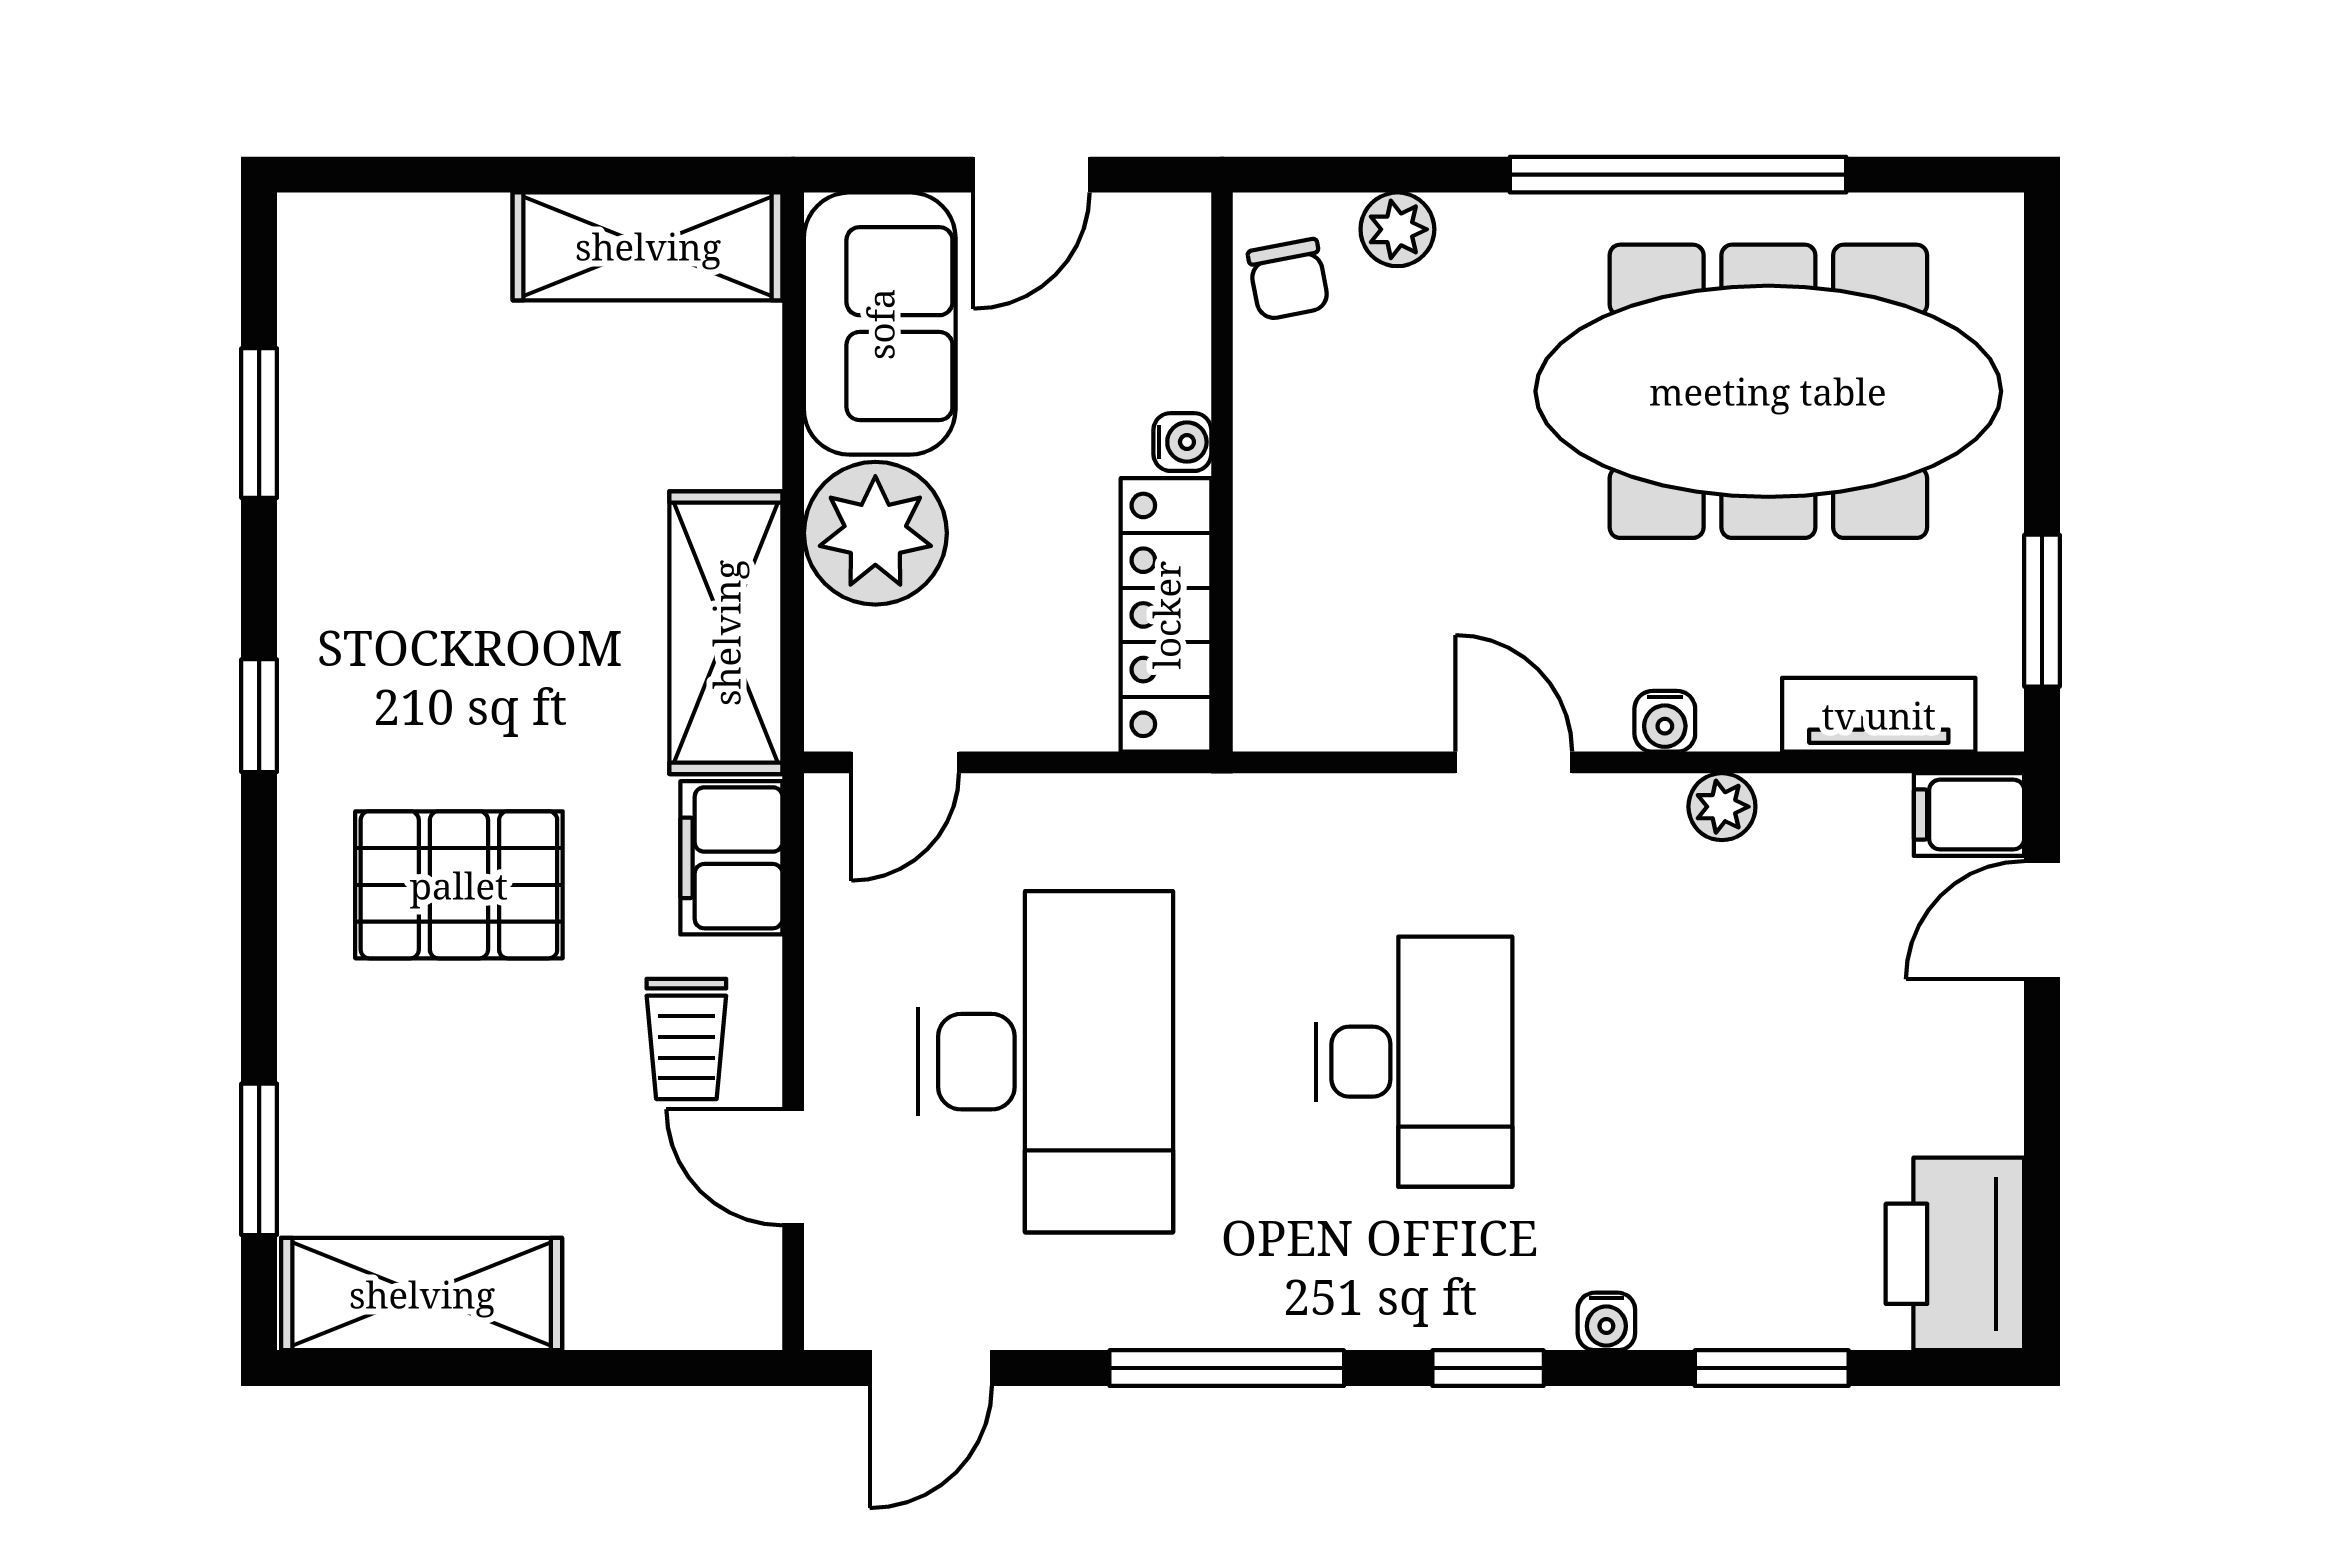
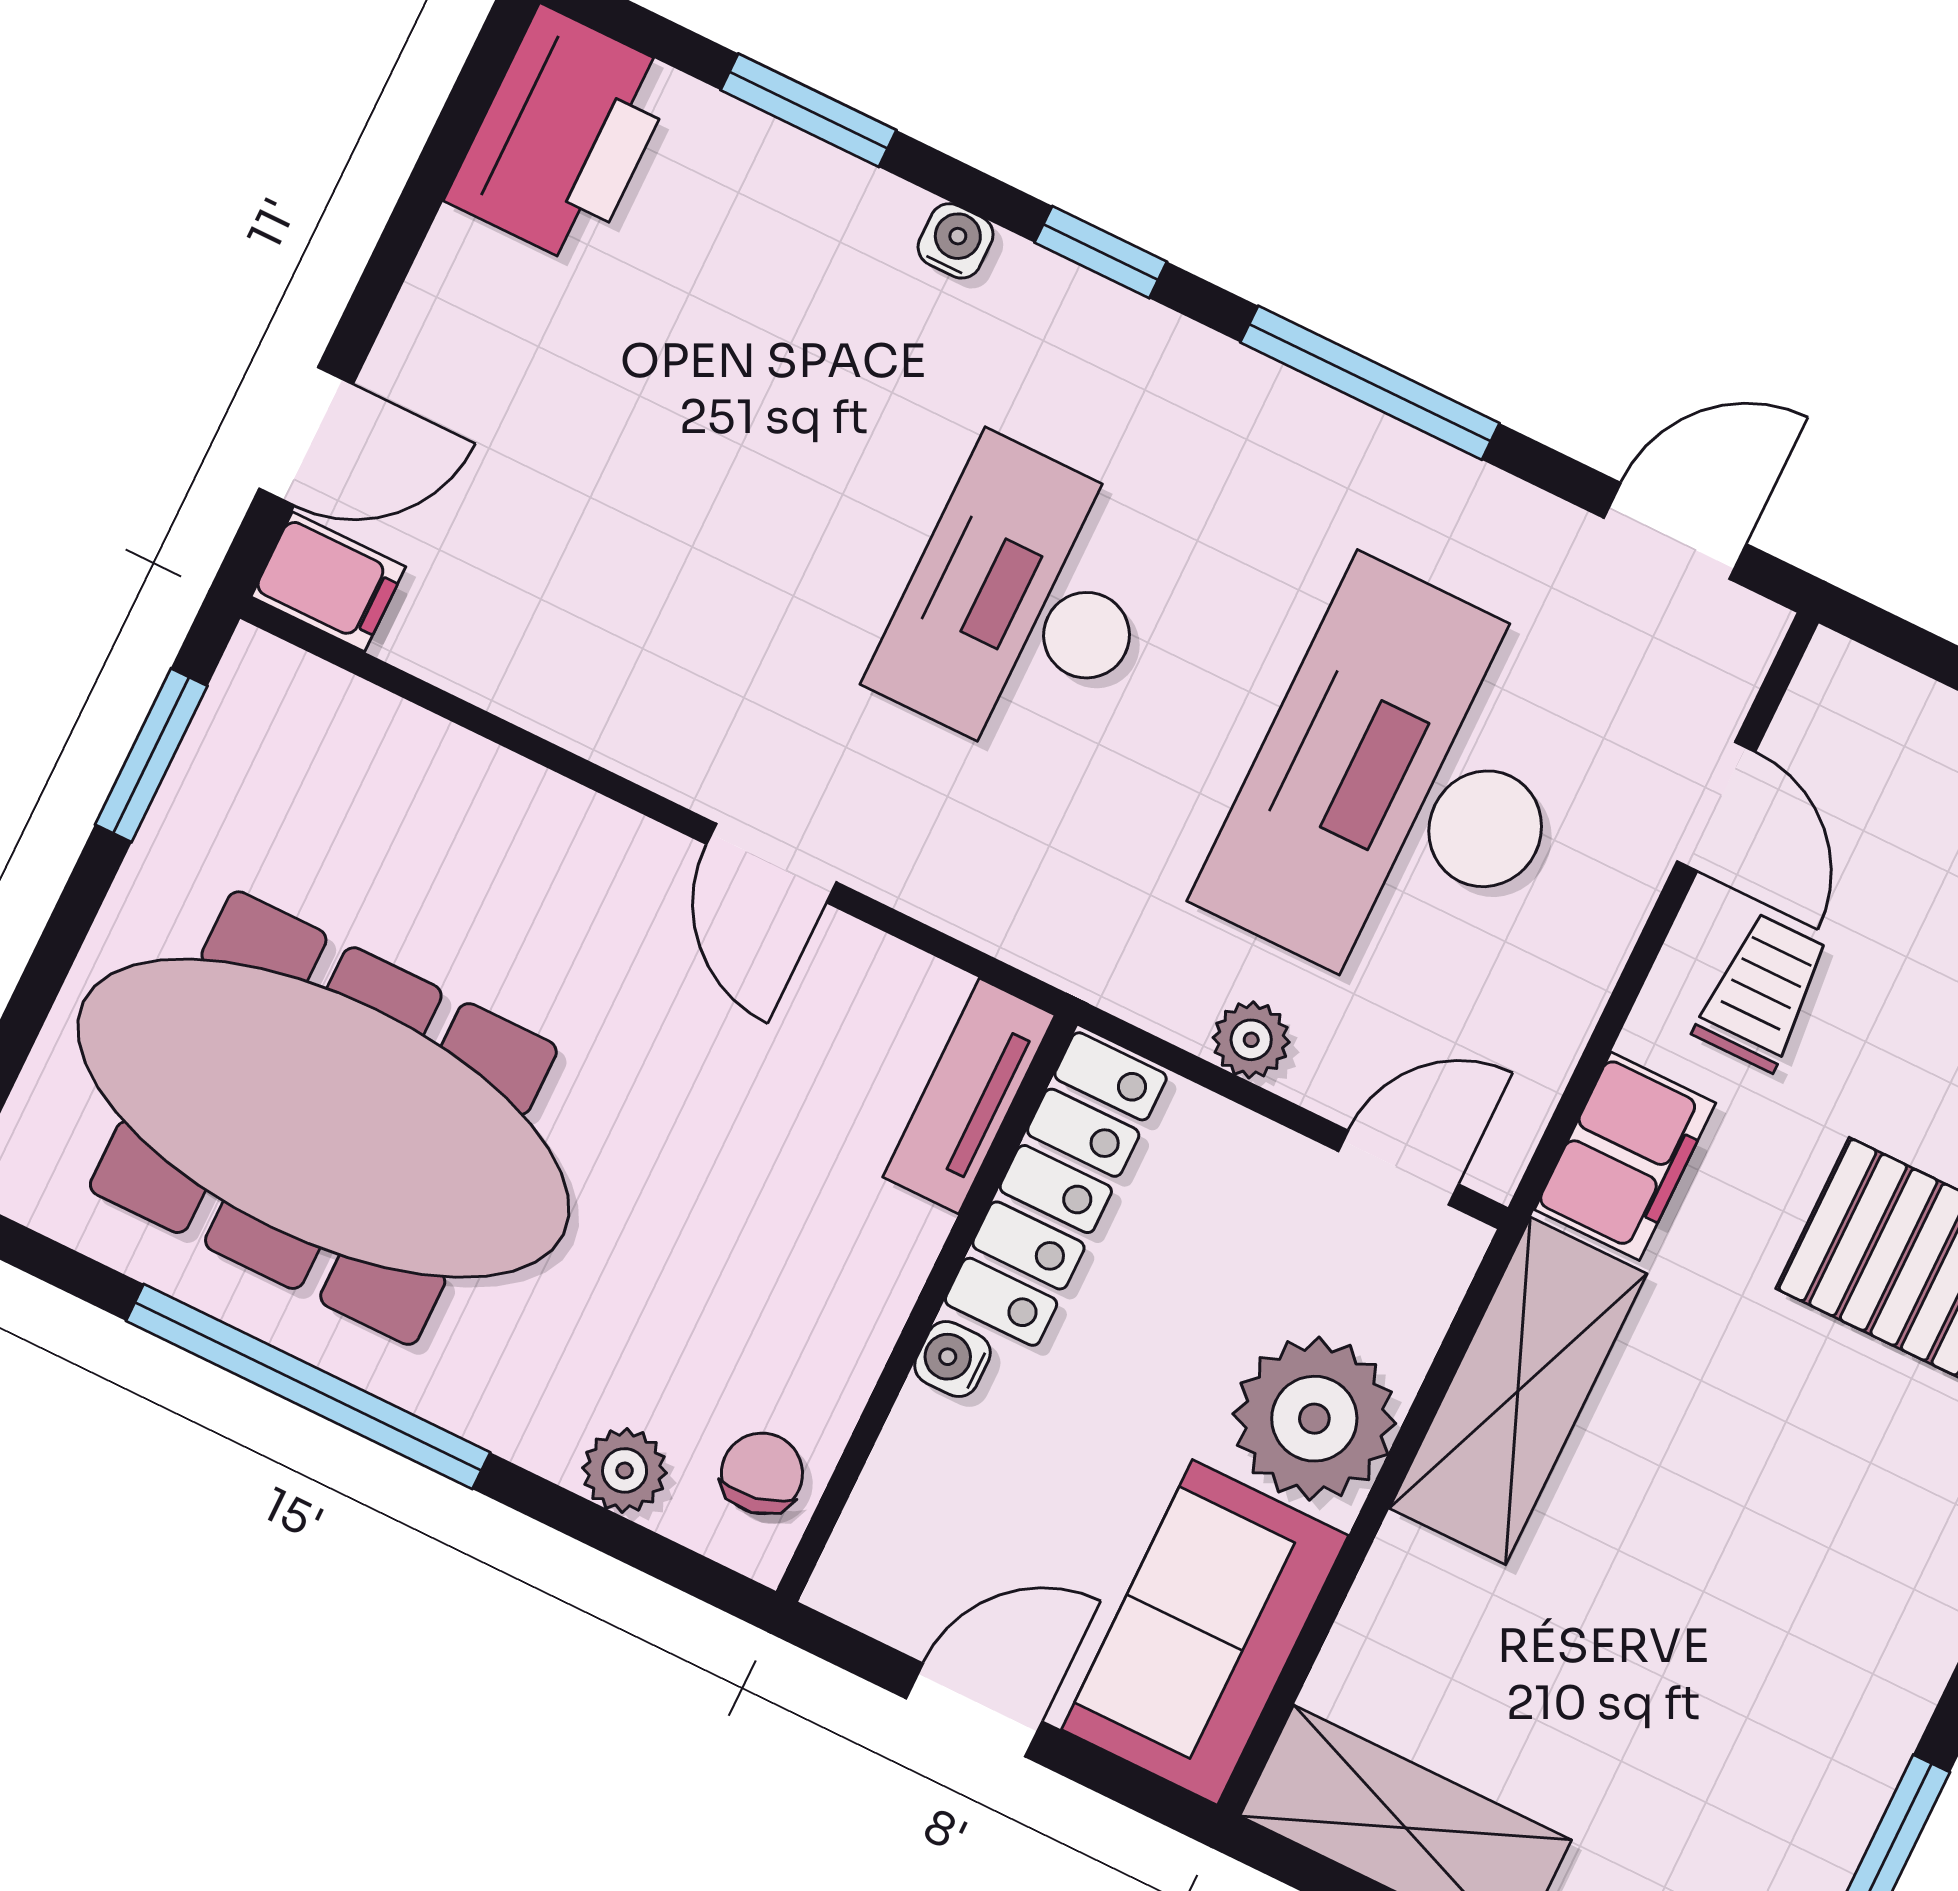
tv unit: (1879, 715) -> (969, 1096), moved, turned 90
water cooler: (1665, 721) -> (595, 830), removed
plant: (1722, 807) -> (1251, 1040), moved

